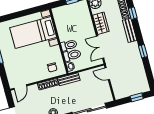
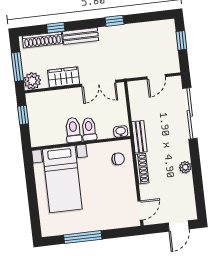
toilet: (72, 55) -> (73, 130), moved
door: (107, 74) -> (156, 77), moved
door: (20, 87) -> (140, 210), hinge flipped

